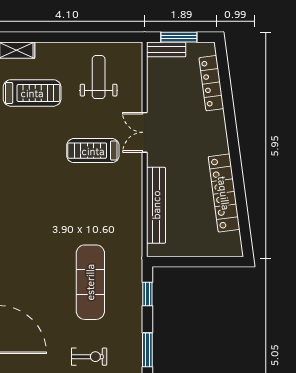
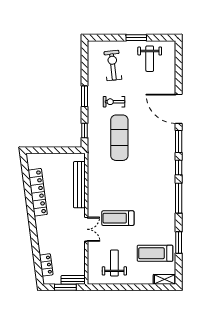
weight bench: (99, 77) -> (114, 263), turned 180
locker: (211, 83) -> (46, 265), width x0.66
treadmill: (93, 151) -> (118, 218), turned 180
exercise bike: (89, 357) -> (114, 102), moved

